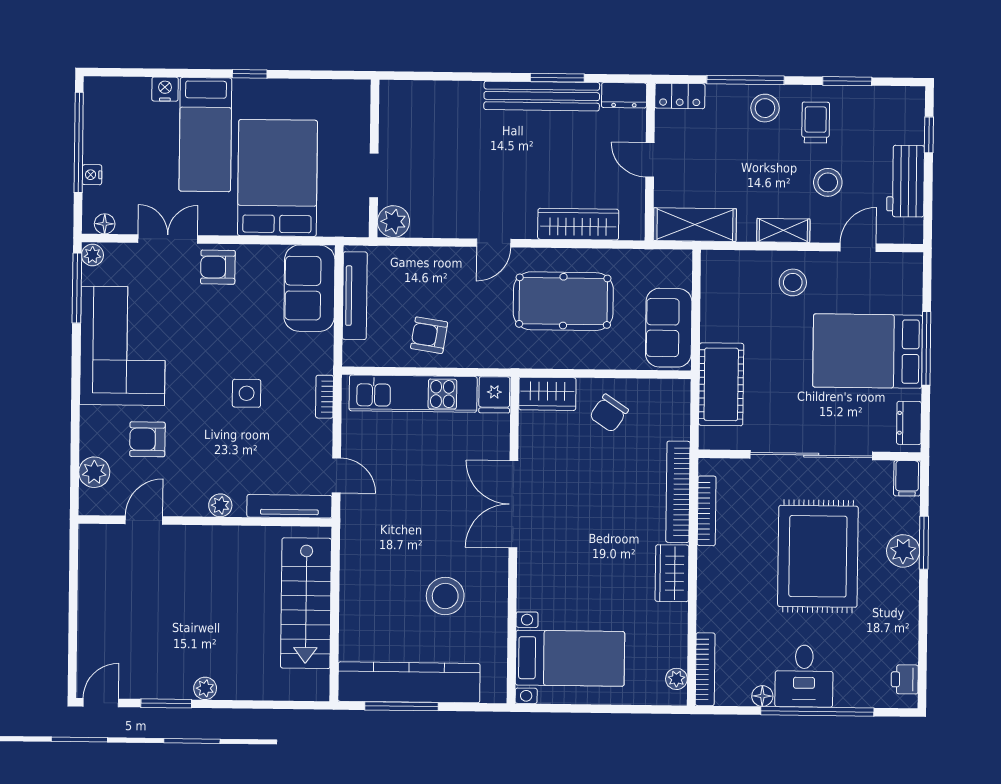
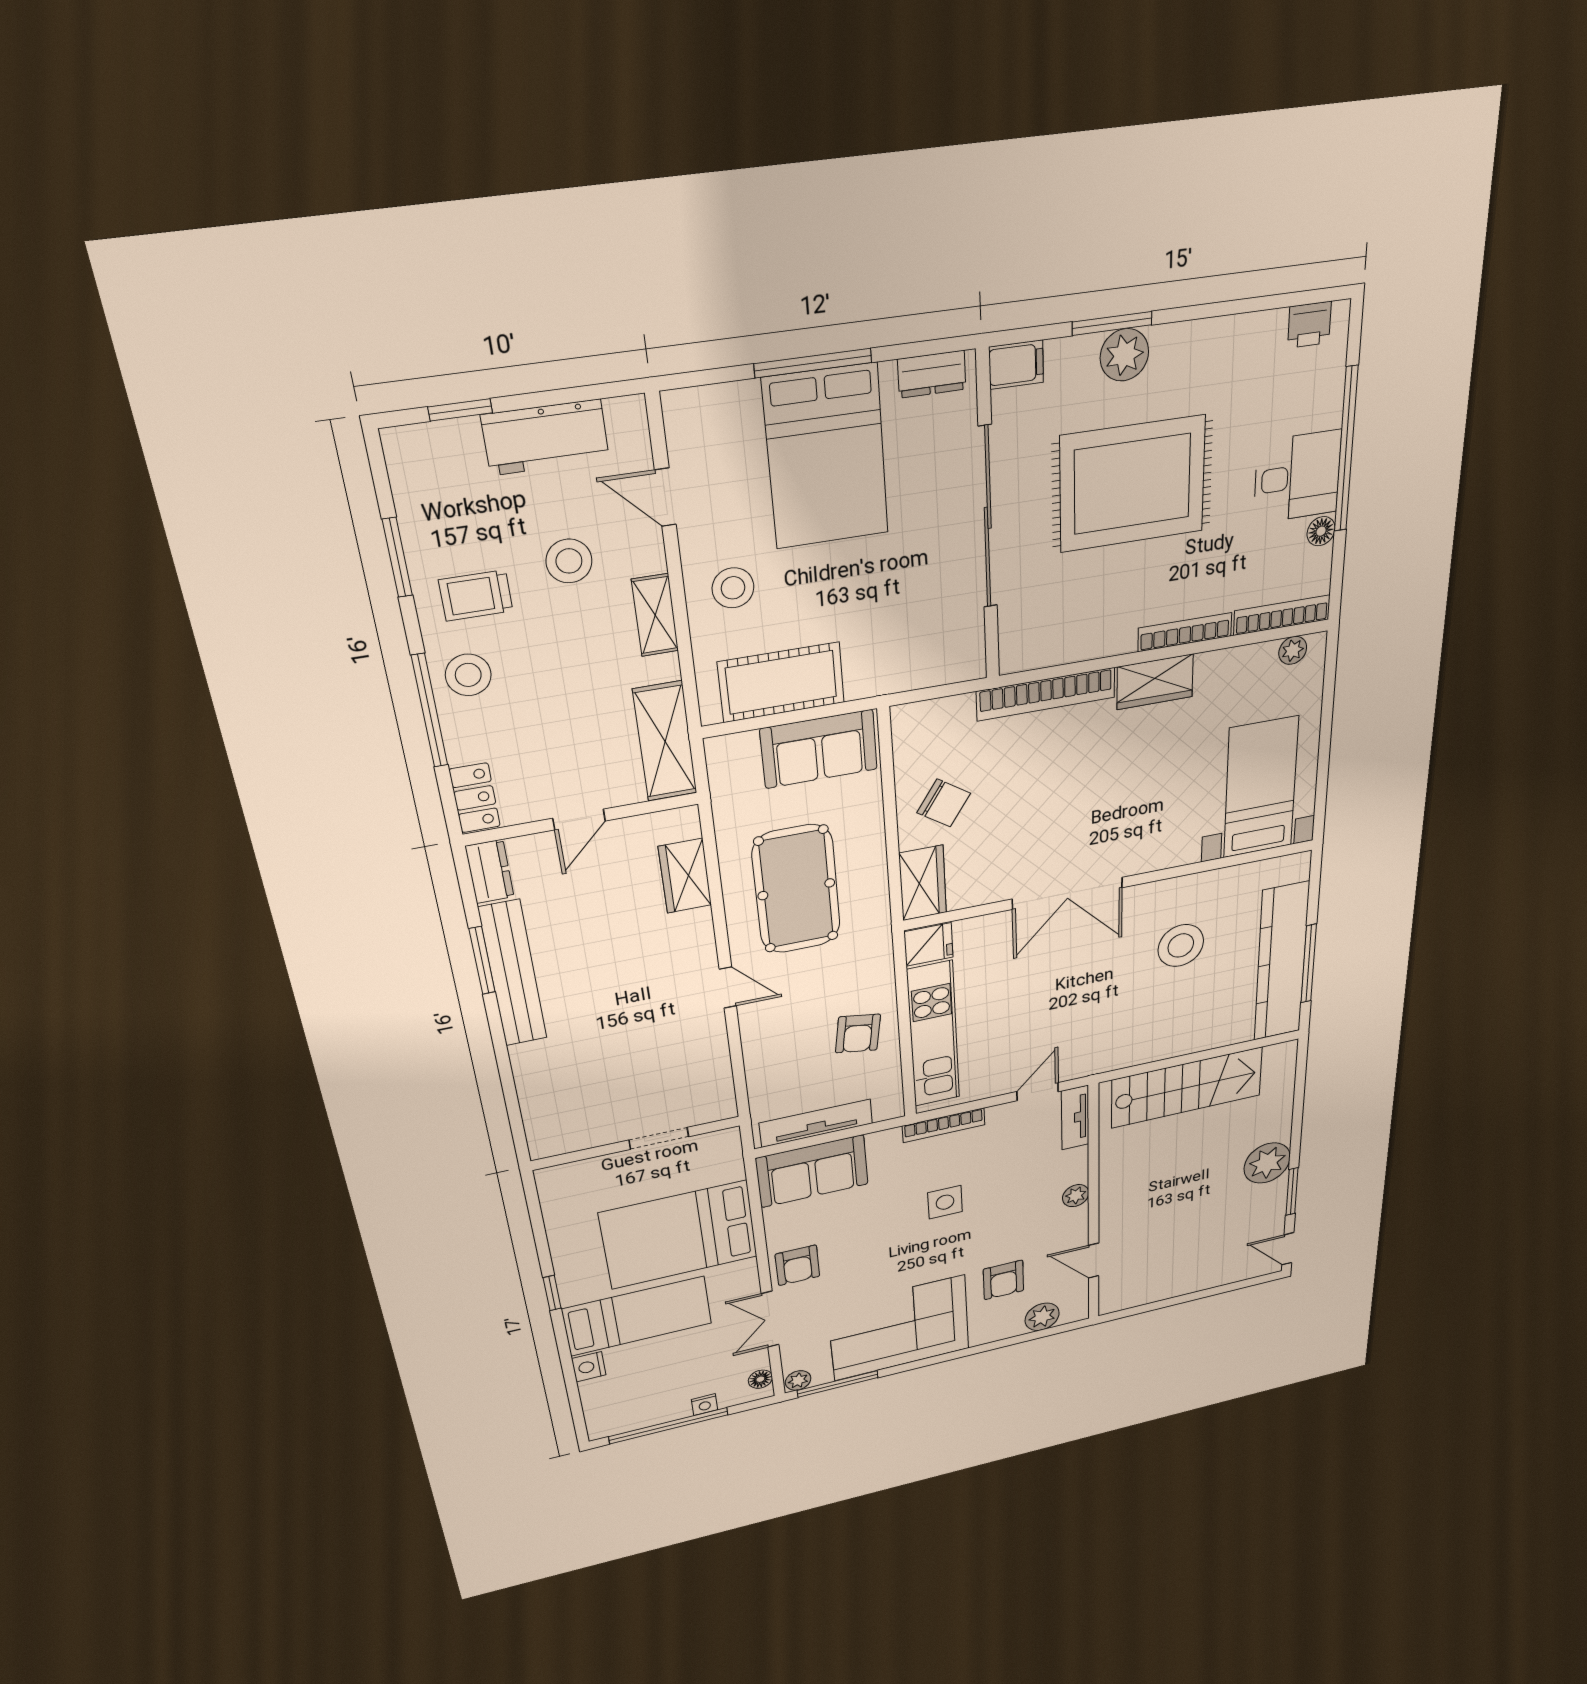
plant: (393, 222) -> (716, 1104), removed
wardrobe: (578, 224) -> (685, 876), width x0.67
cot: (721, 384) -> (781, 682), moved
bookcase: (325, 397) -> (944, 1125), width x1.56
tv unit: (289, 506) -> (1075, 1118), width x0.71
bookcase: (707, 511) -> (1185, 632), moved
plant: (205, 688) -> (1267, 1163), width x1.88, depth x1.88

